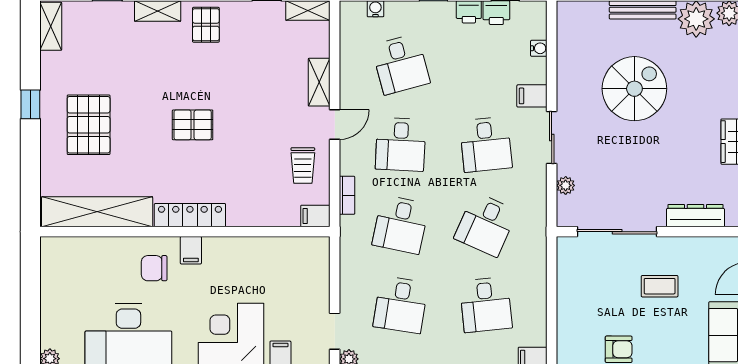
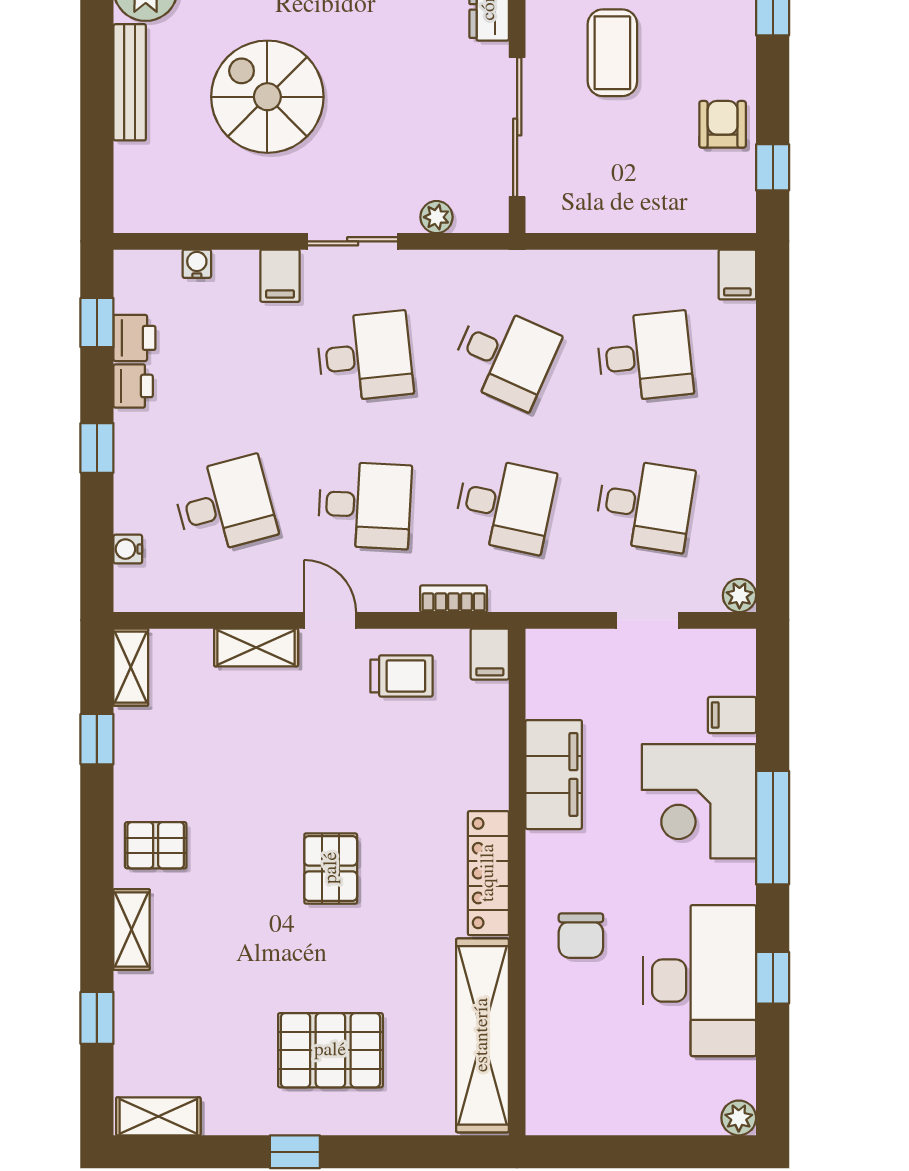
filing cabinet: (191, 250) -> (554, 775), moved, width x3.00, depth x1.17
coffee table: (660, 286) -> (612, 53), width x1.36, depth x1.30
doorway: (335, 331) -> (648, 620), moved

